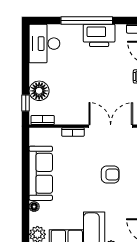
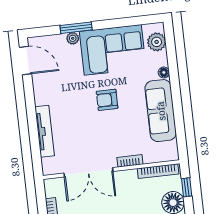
bookcase: (43, 120) -> (158, 171), width x1.56
armchair: (110, 175) -> (107, 100), moved

